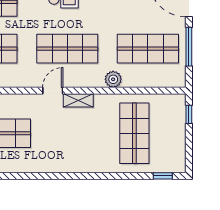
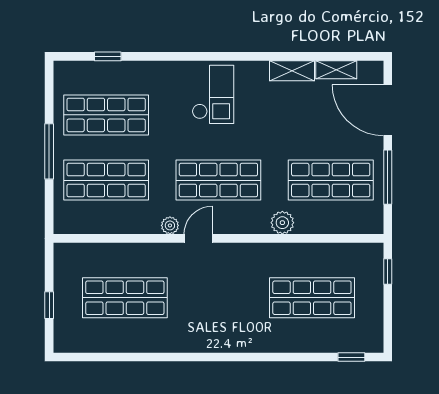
plant: (32, 81) -> (170, 225), added
shelving: (78, 100) -> (234, 252), removed
shop shelf: (134, 133) -> (312, 298), turned 90

